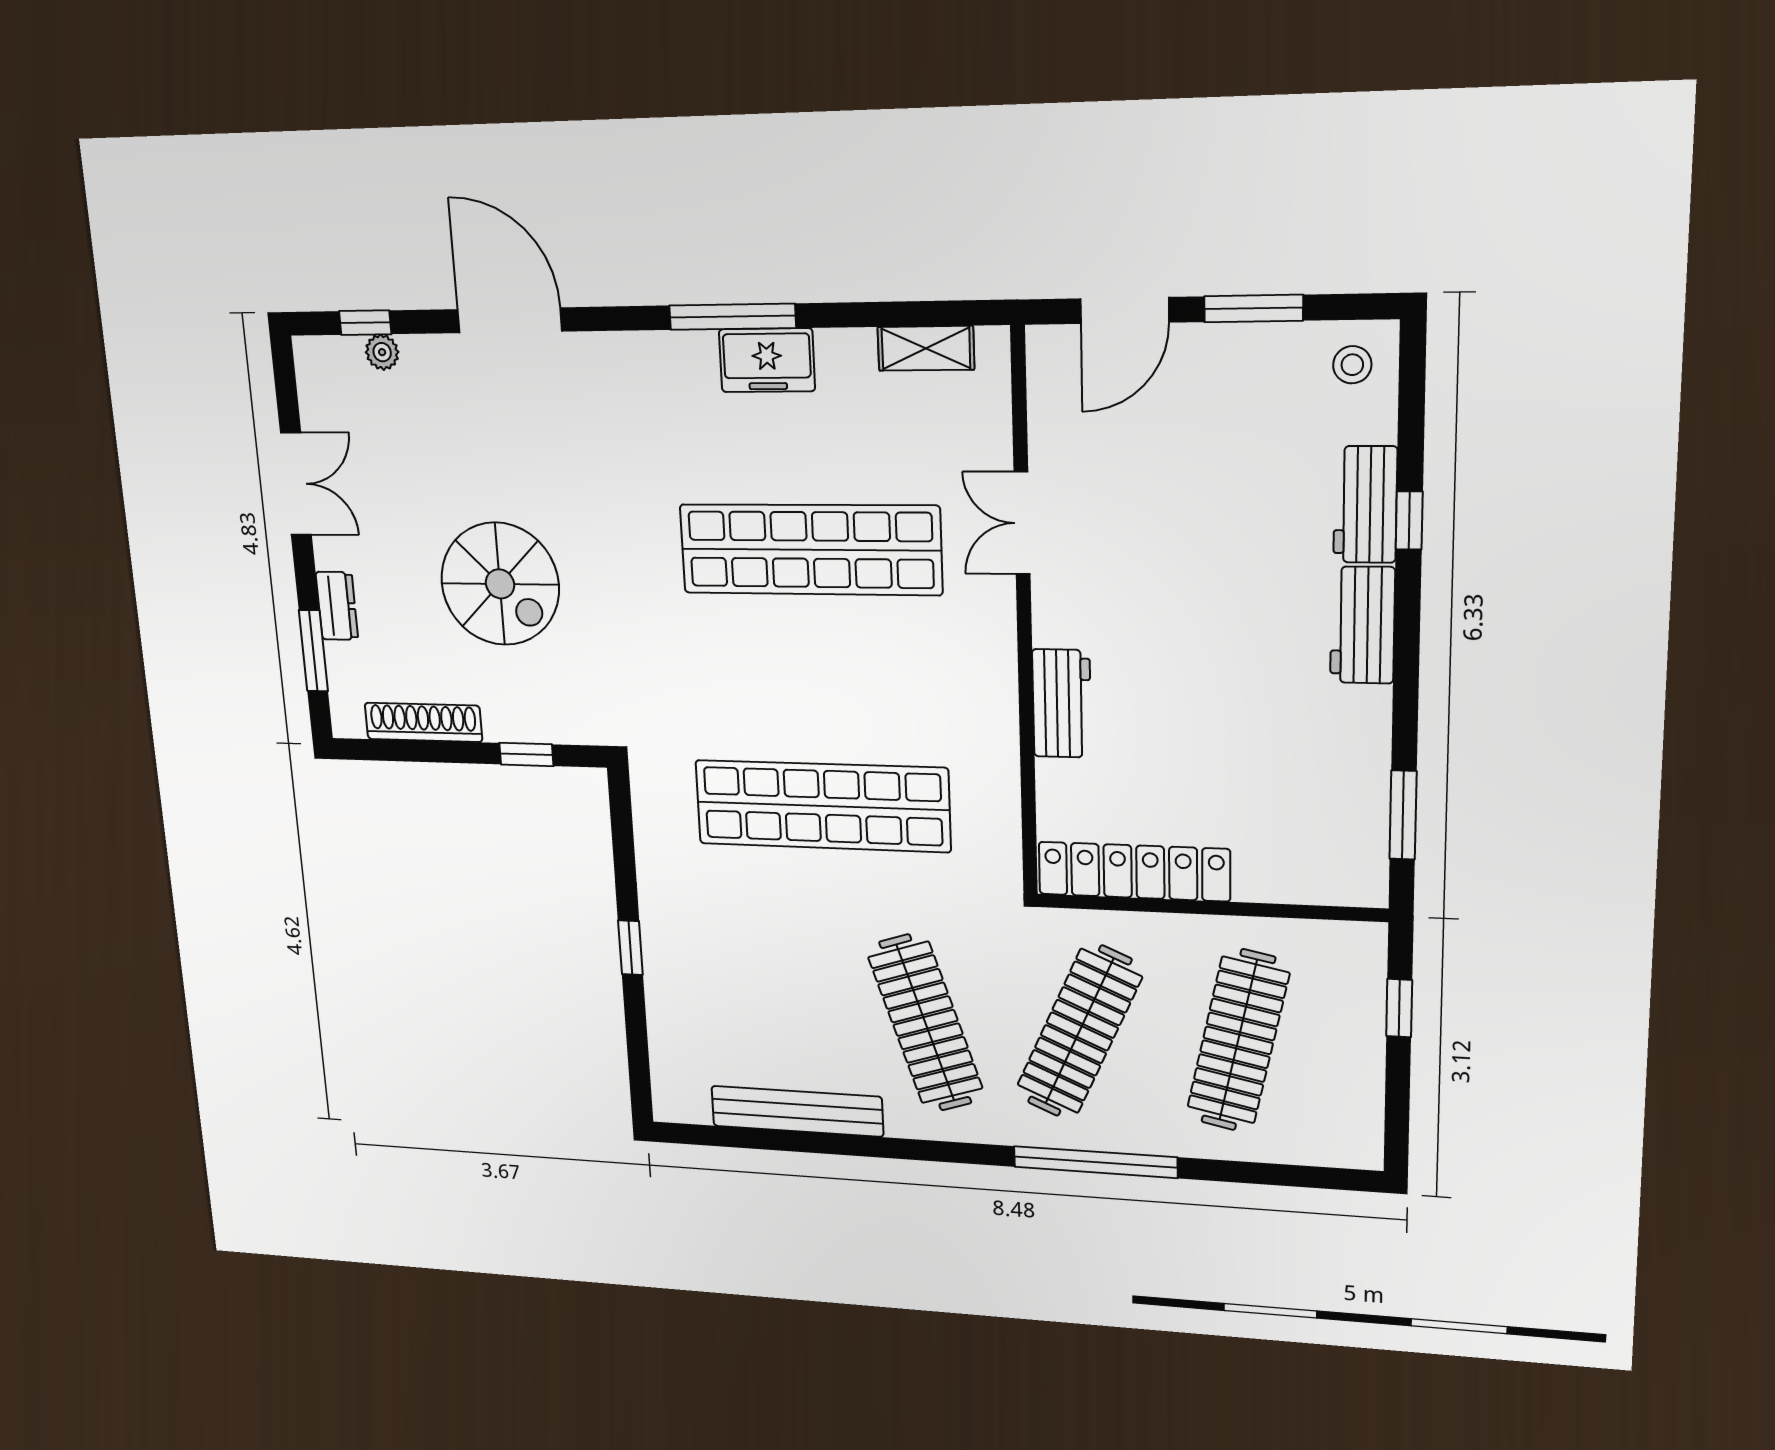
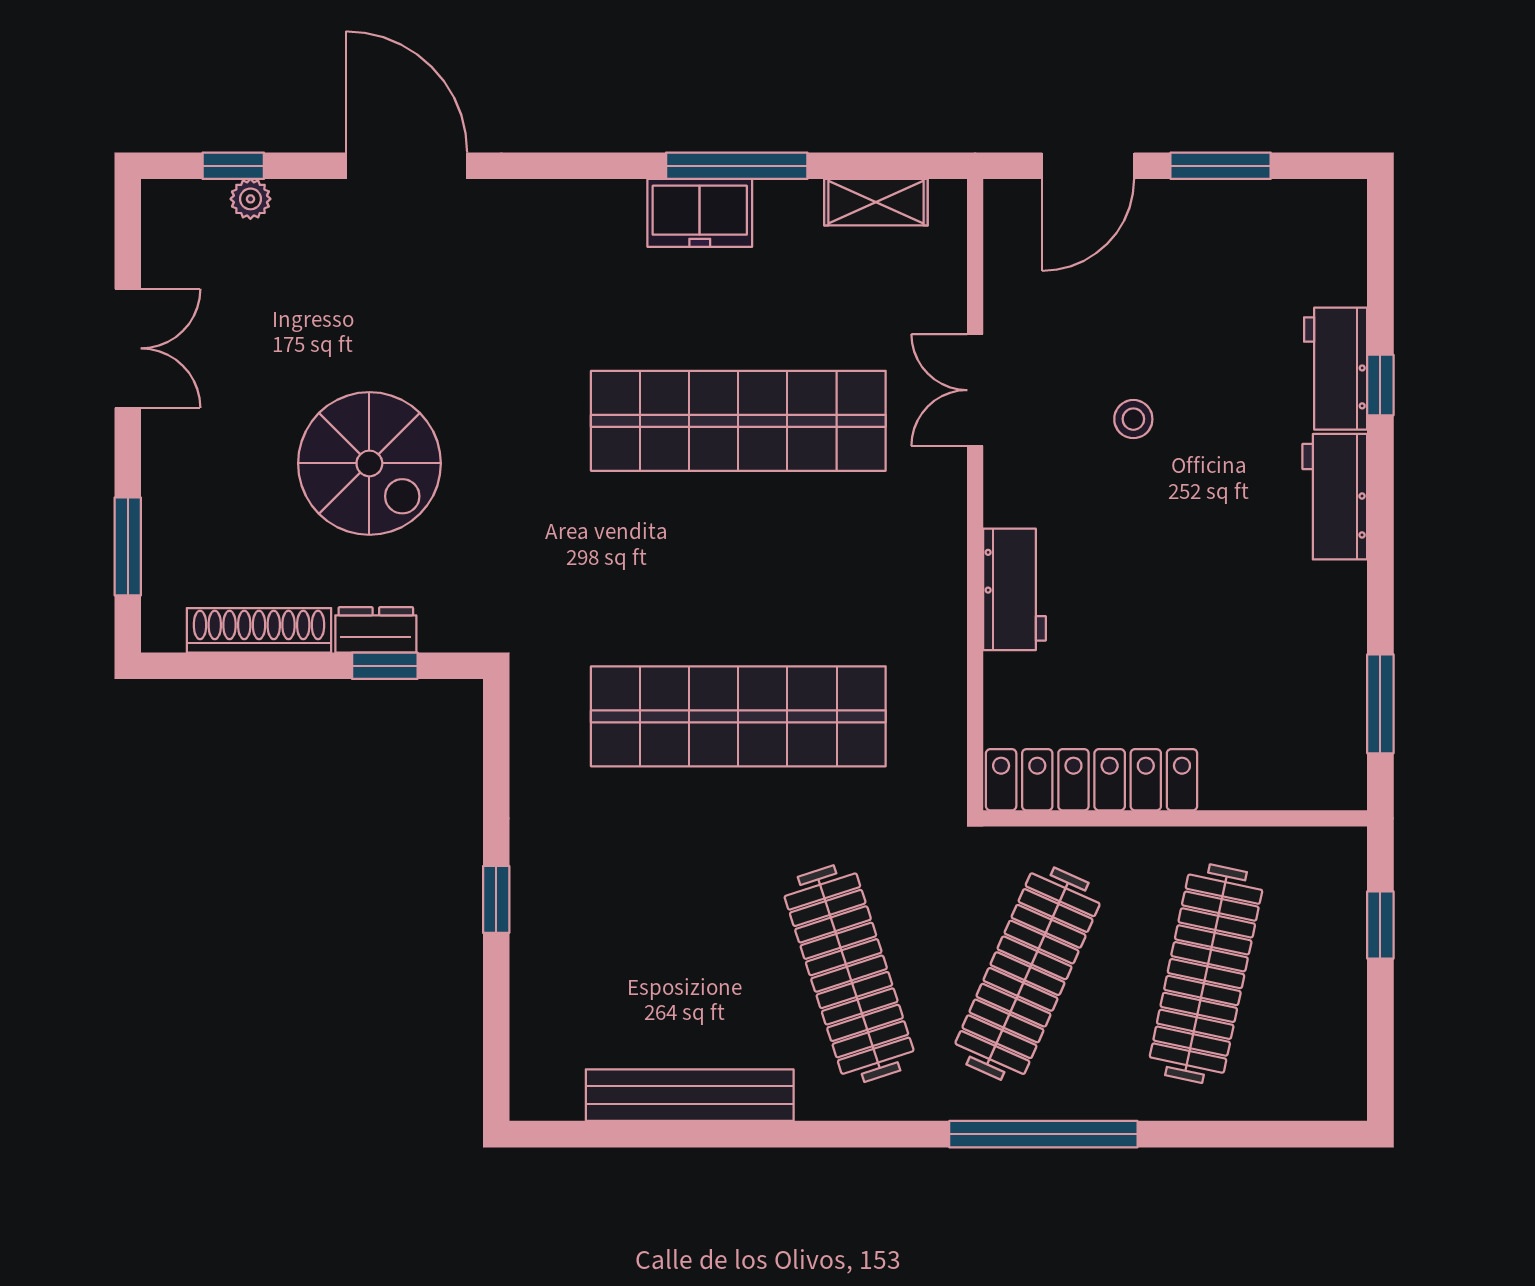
window: (732, 317) -> (737, 166), moved
stool: (1352, 365) -> (1133, 419), moved
dresser: (337, 606) -> (376, 630), moved, turned -90

